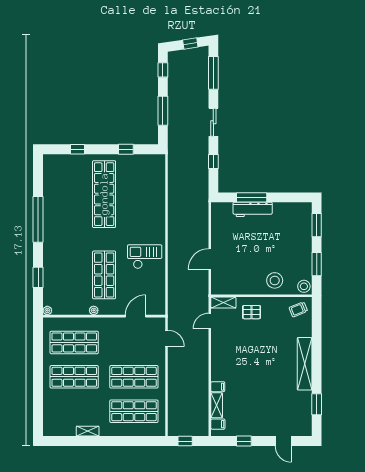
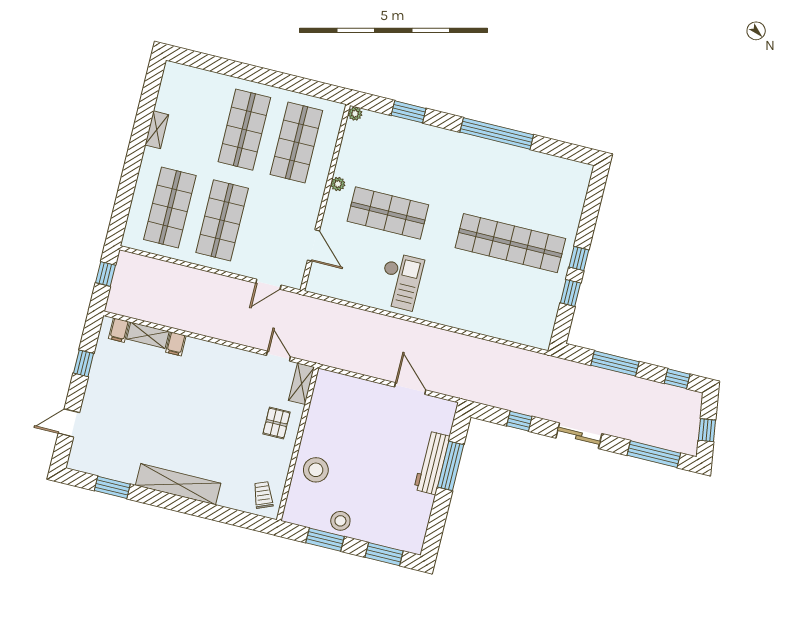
window: (77, 149) -> (579, 258), moved
door: (210, 259) -> (410, 389), moved
stool: (304, 286) -> (340, 521), moved

